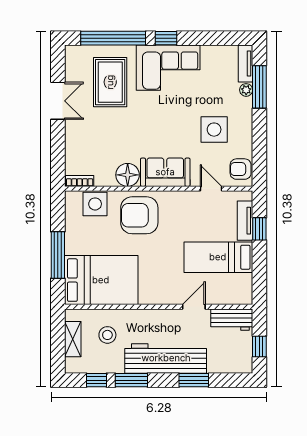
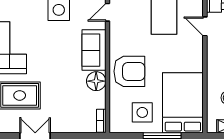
side table: (95, 204) -> (142, 112), moved
armchair: (139, 215) -> (129, 71), turned -90

